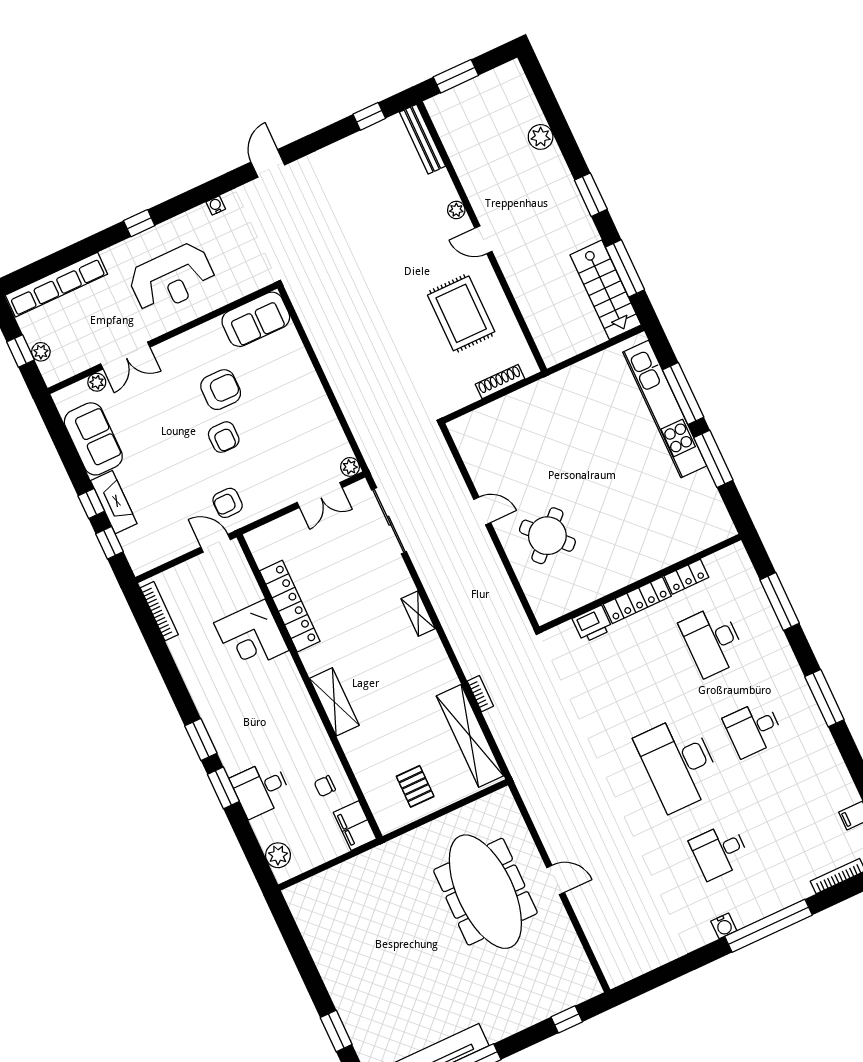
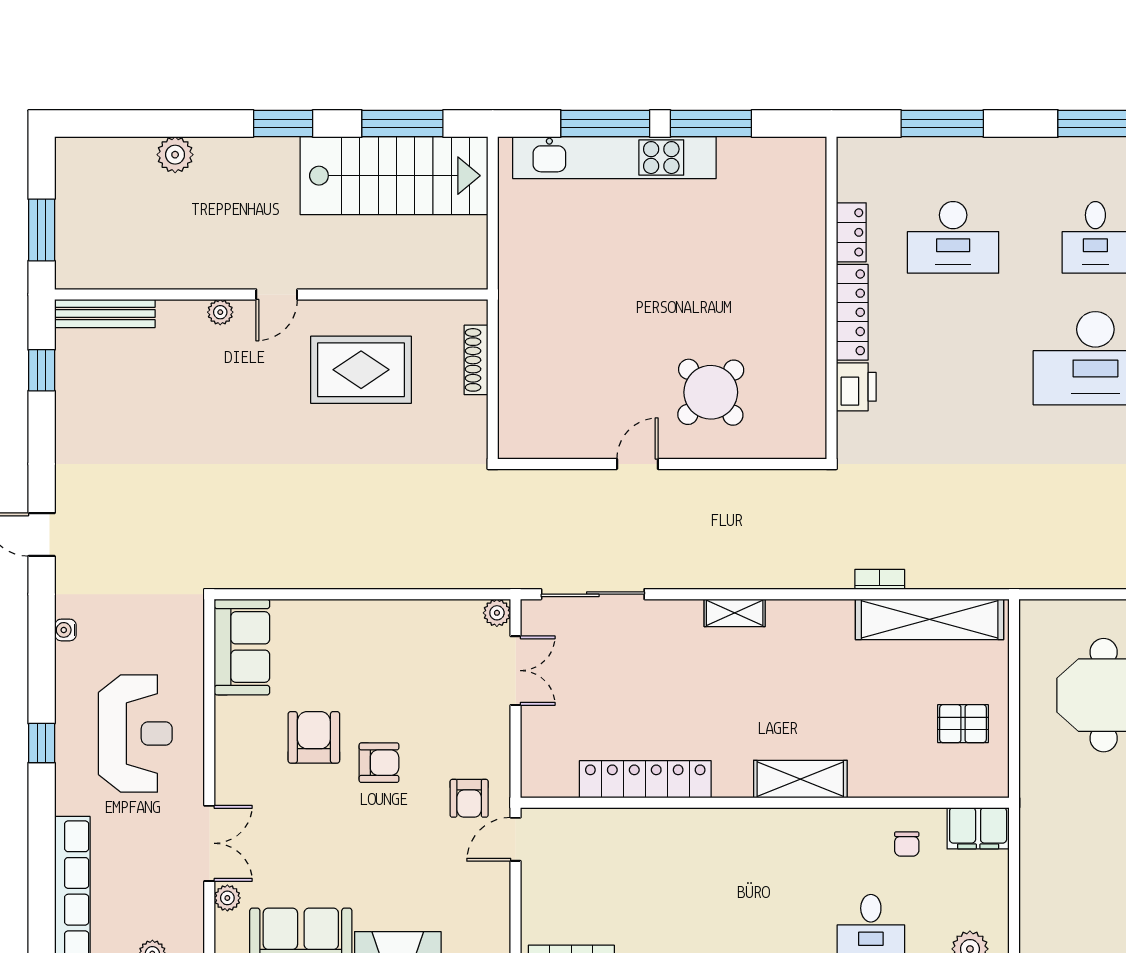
stairs: (606, 290) -> (394, 176), width x1.36, depth x1.51
corner desk: (251, 637) -> (662, 849), removed

